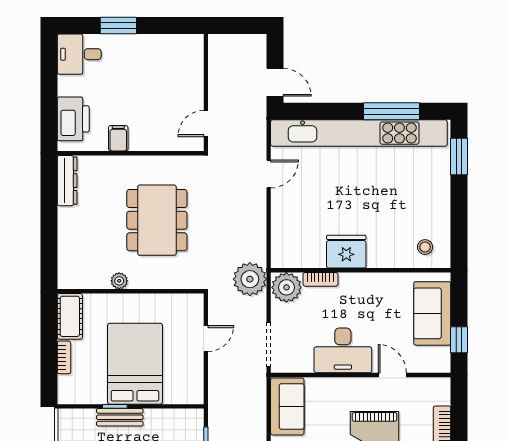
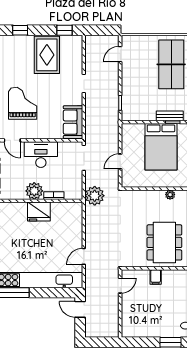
filing cabinet: (118, 138) -> (156, 277), moved
dining table: (157, 220) -> (164, 242), moved
plant: (286, 287) -> (34, 191), moved

